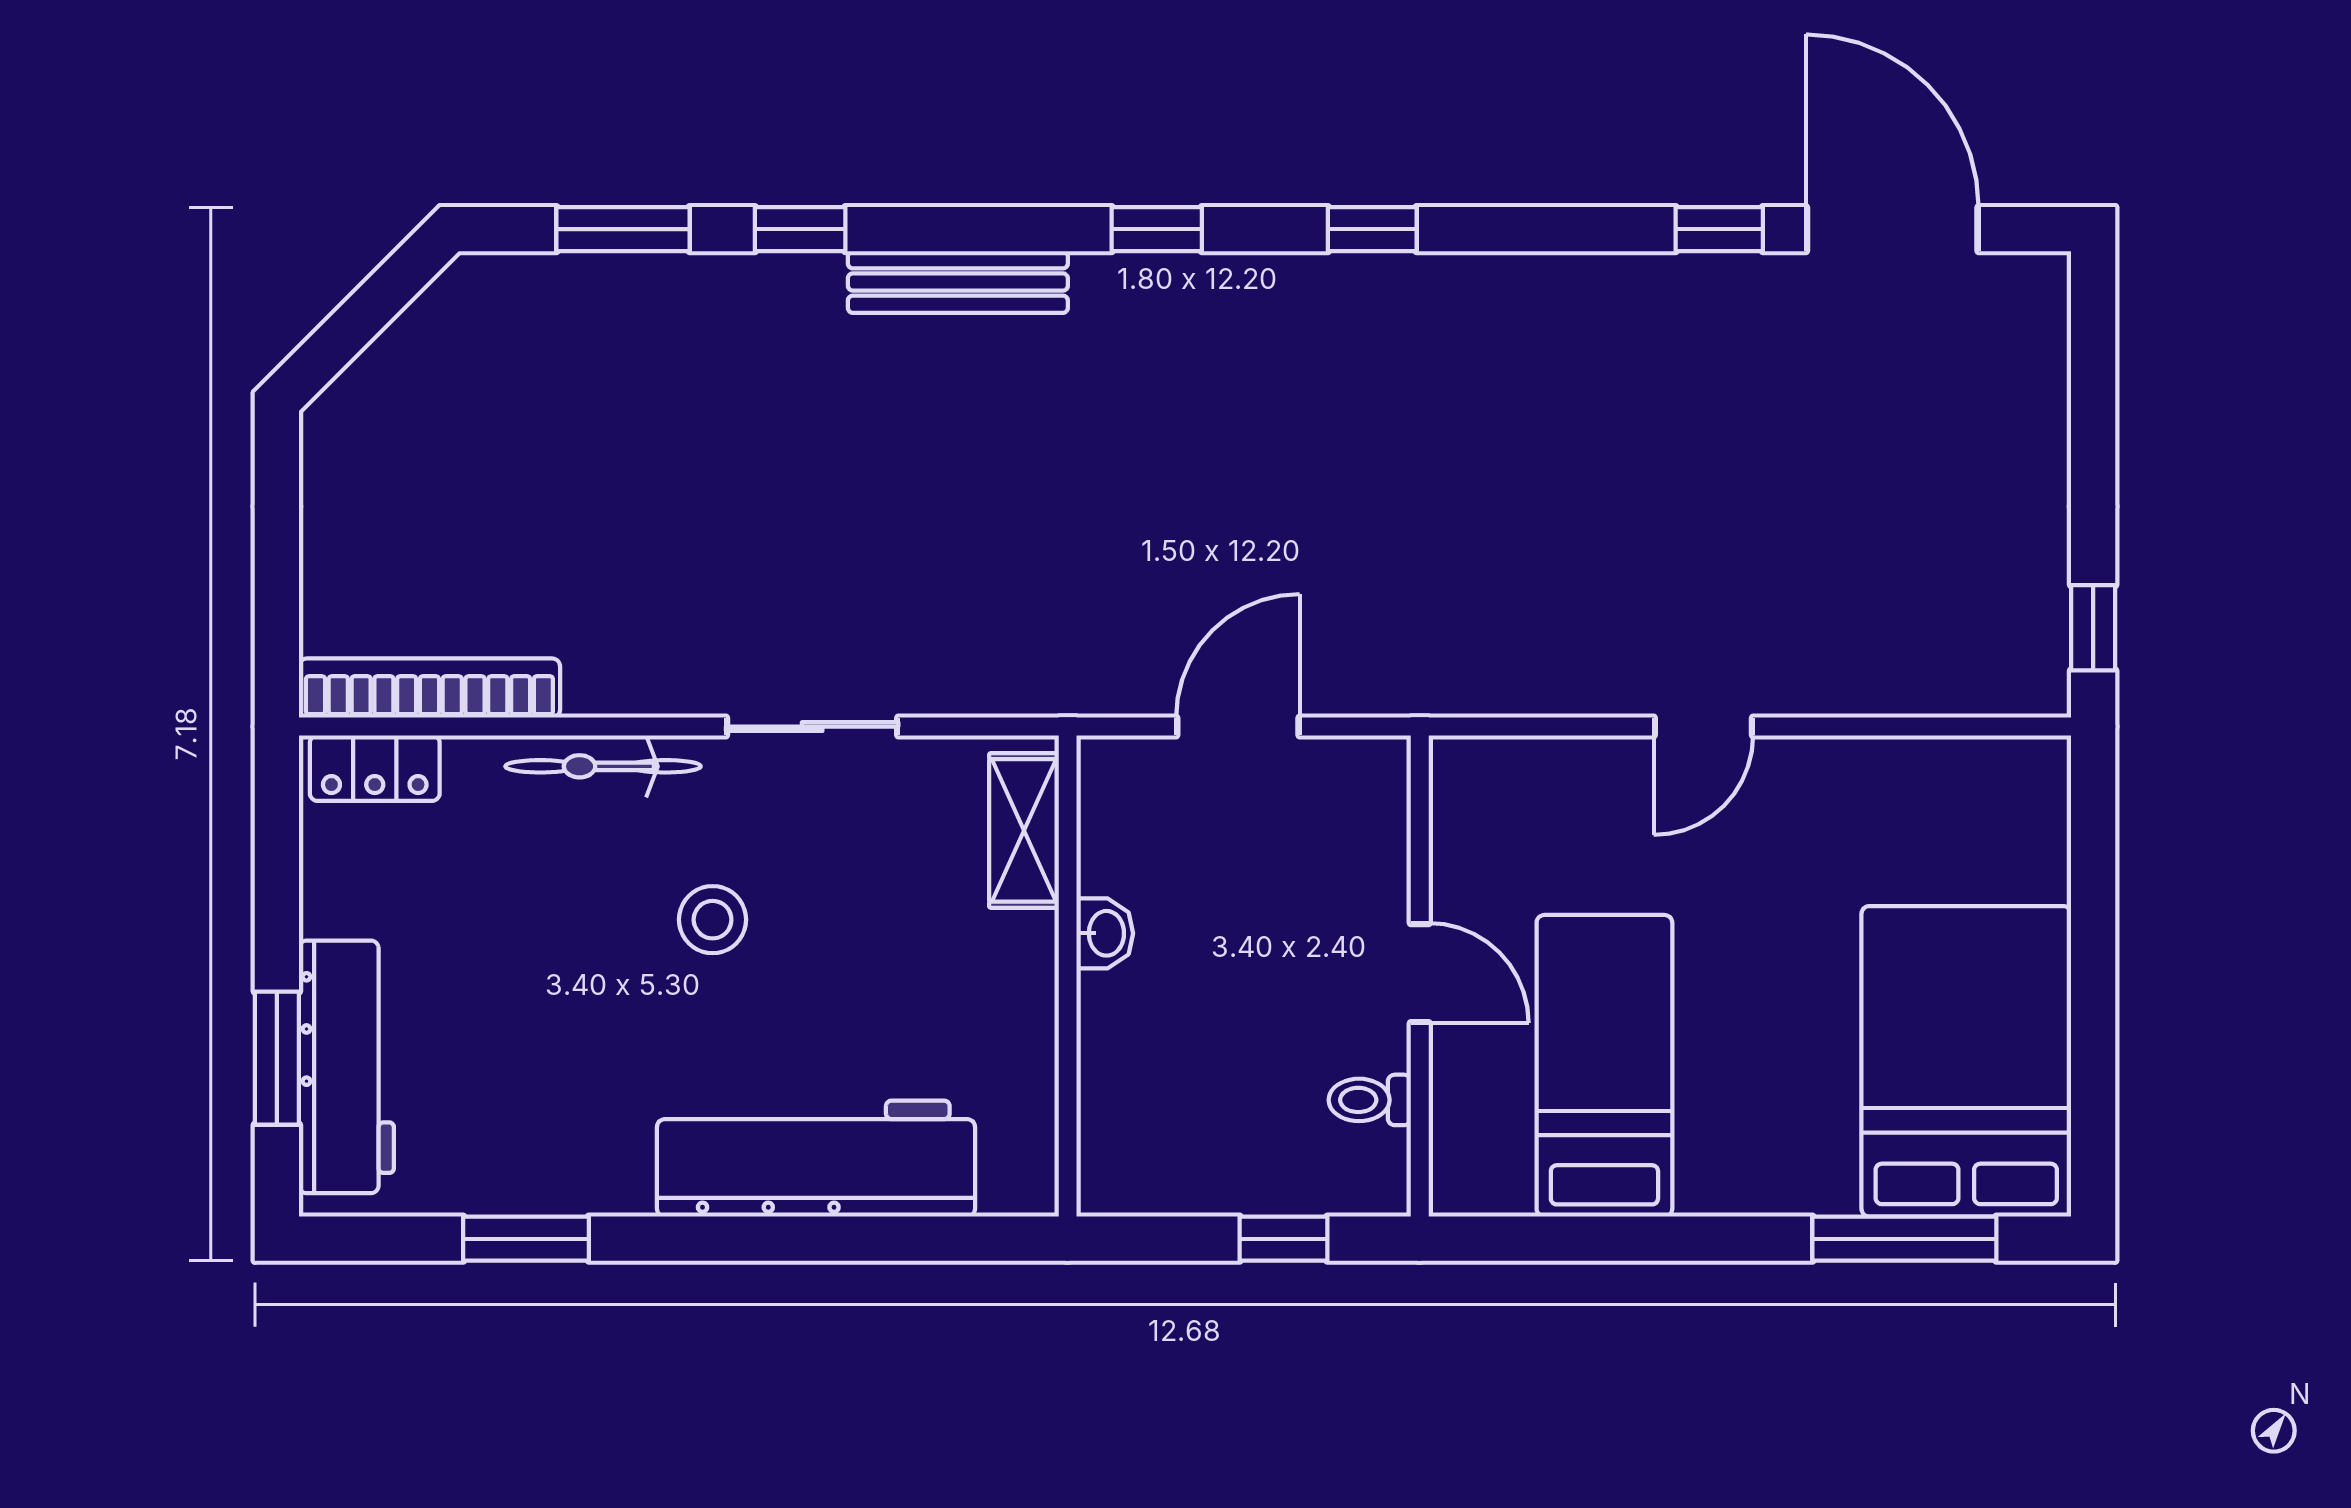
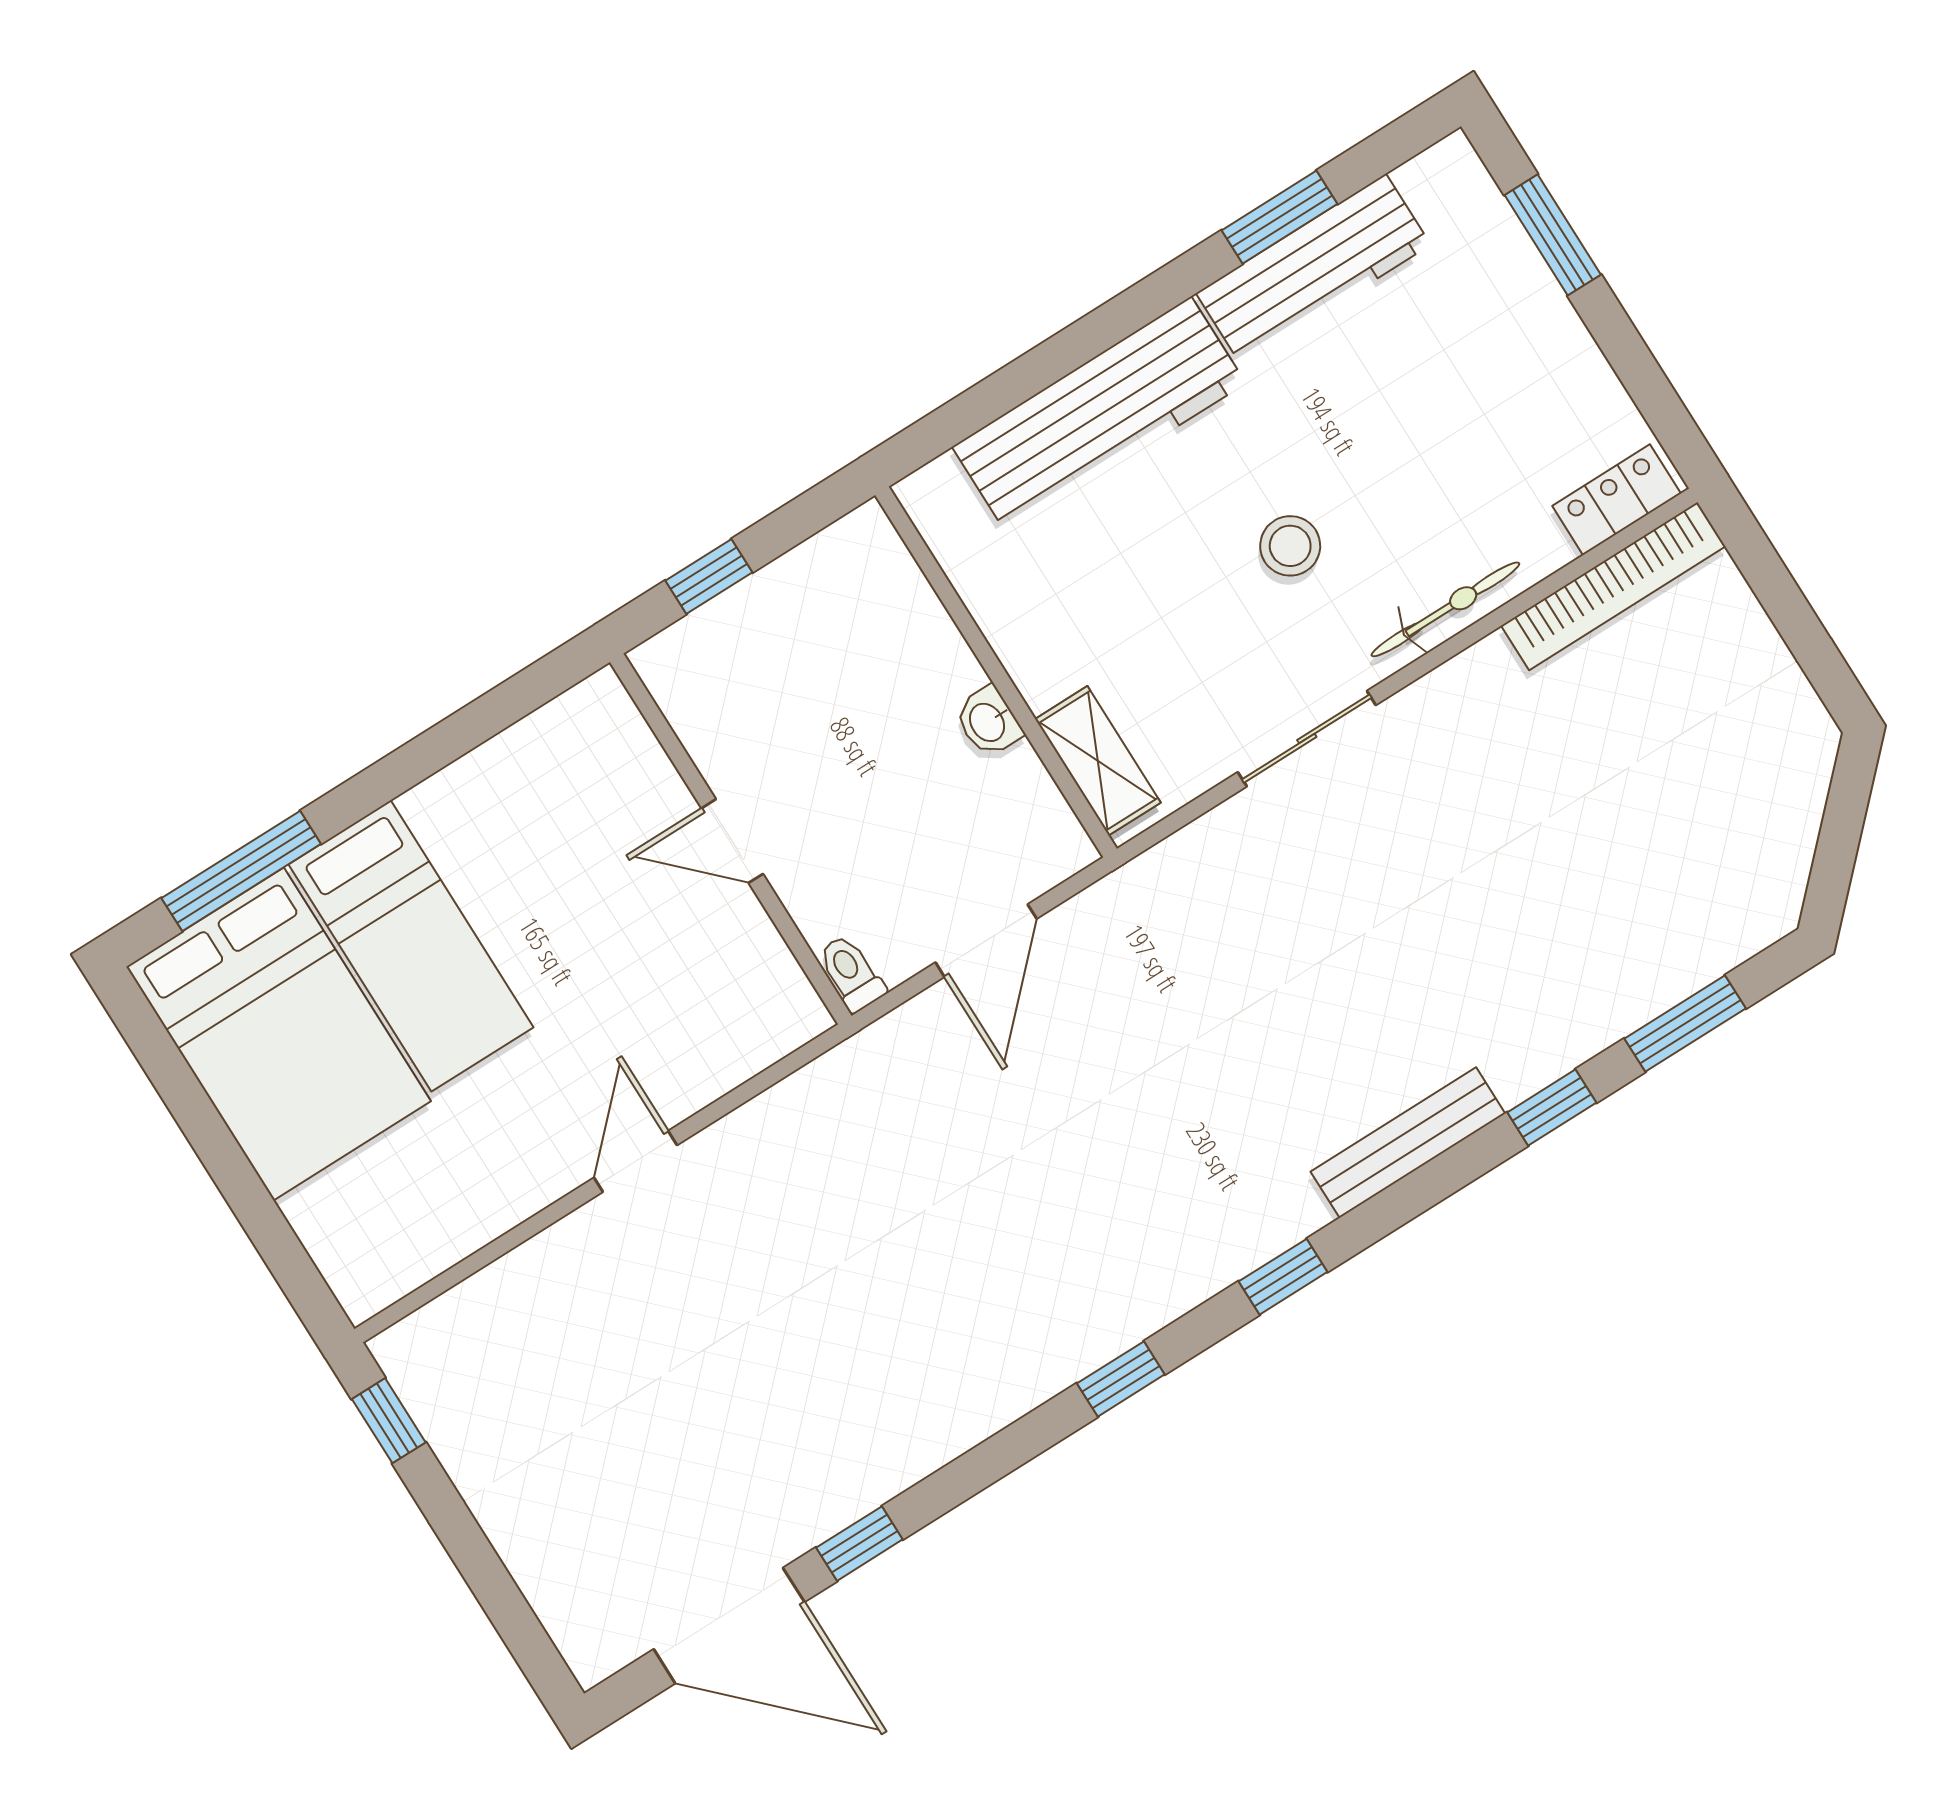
bed: (1604, 1066) -> (411, 946), moved
workbench: (346, 1067) -> (1313, 269), moved, turned -90
toilet: (1370, 1100) -> (851, 973), moved, turned -90

